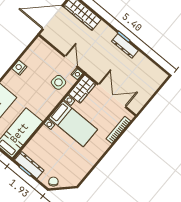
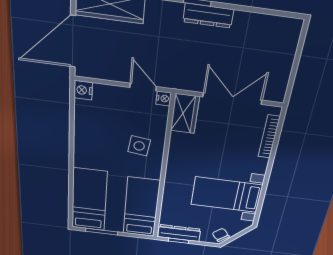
nightstand: (19, 68) -> (83, 90), moved
side table: (58, 82) -> (139, 146), moved
bed with nightstands: (73, 124) -> (227, 195), moved, turned 180

